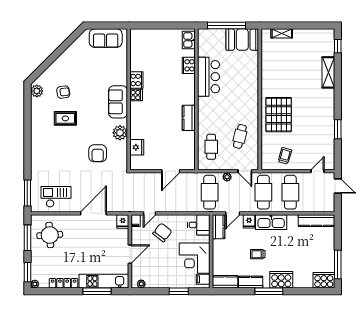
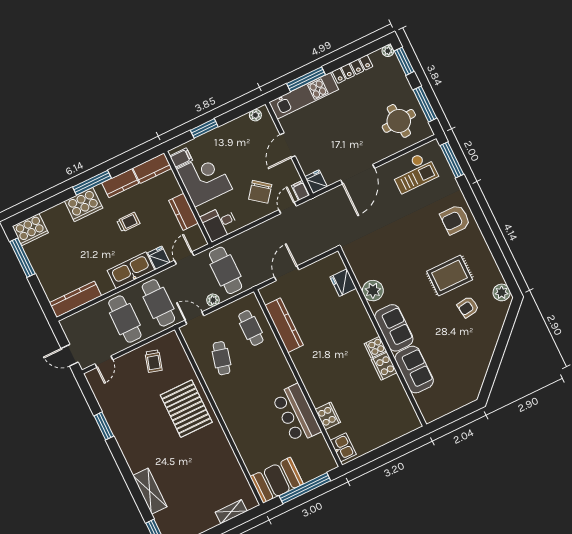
sofa: (106, 38) -> (414, 370), moved, turned 90
rug: (65, 118) -> (450, 275), width x1.36, depth x1.43
kitchen counter: (189, 118) -> (284, 325), moved, width x1.50
armchair: (98, 153) -> (455, 220), moved, turned -90
kitchen counter: (218, 227) -> (184, 212), moved

